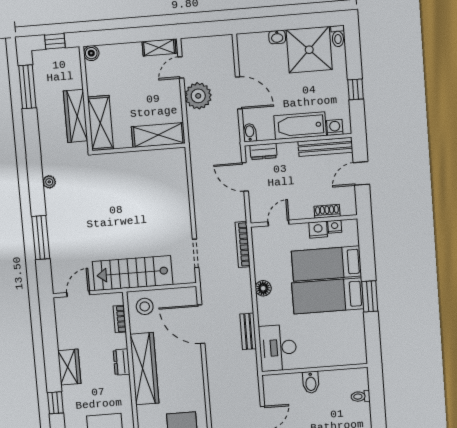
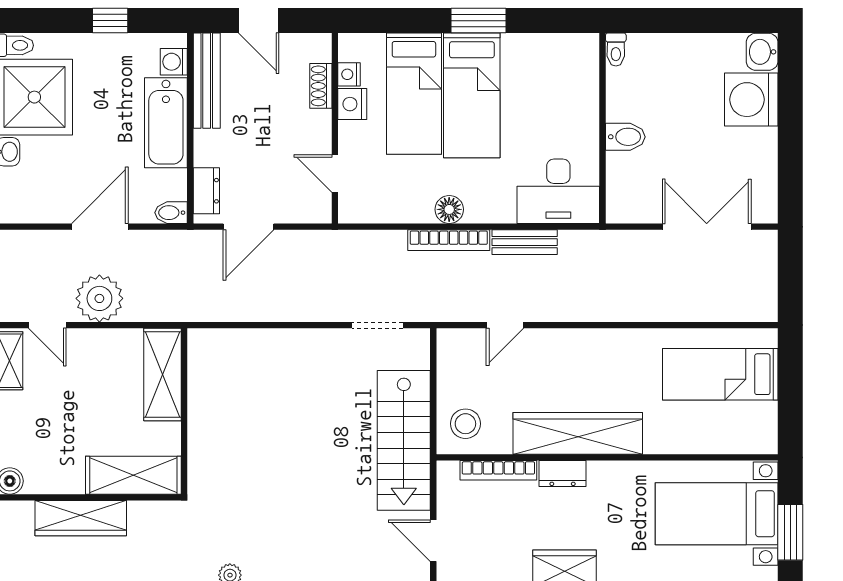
wardrobe: (76, 116) -> (81, 518), moved
bookcase: (243, 244) -> (449, 240), moved
bookcase: (120, 319) -> (498, 470), width x1.56
door: (201, 324) -> (505, 325), width x0.53
toilet: (360, 396) -> (616, 49), moved

